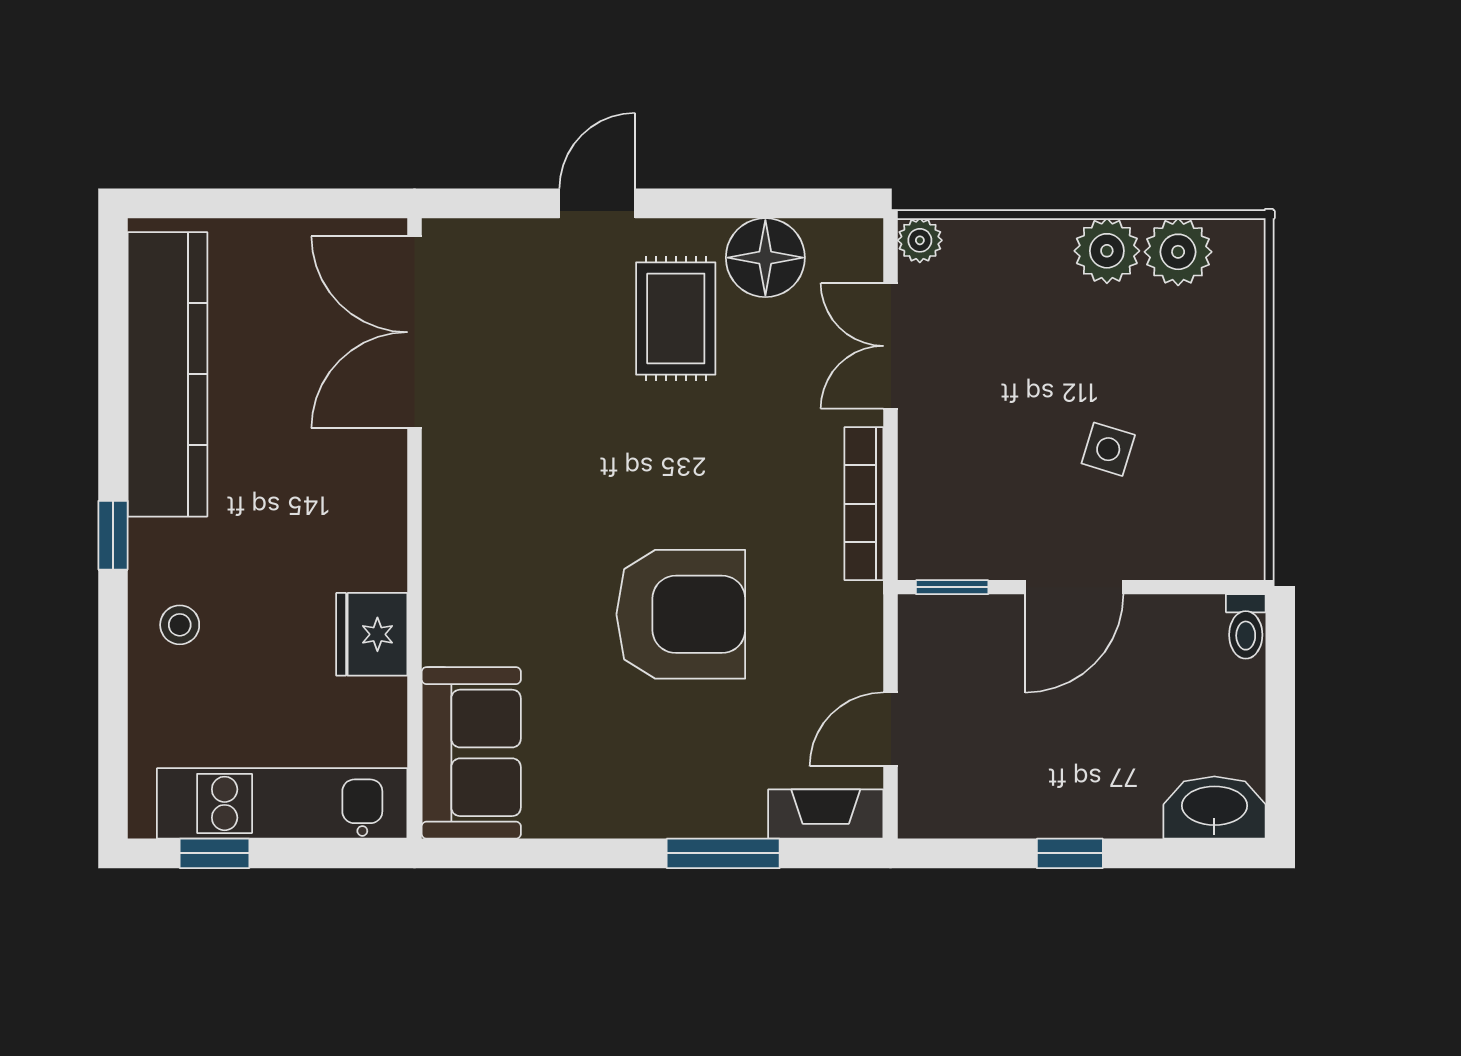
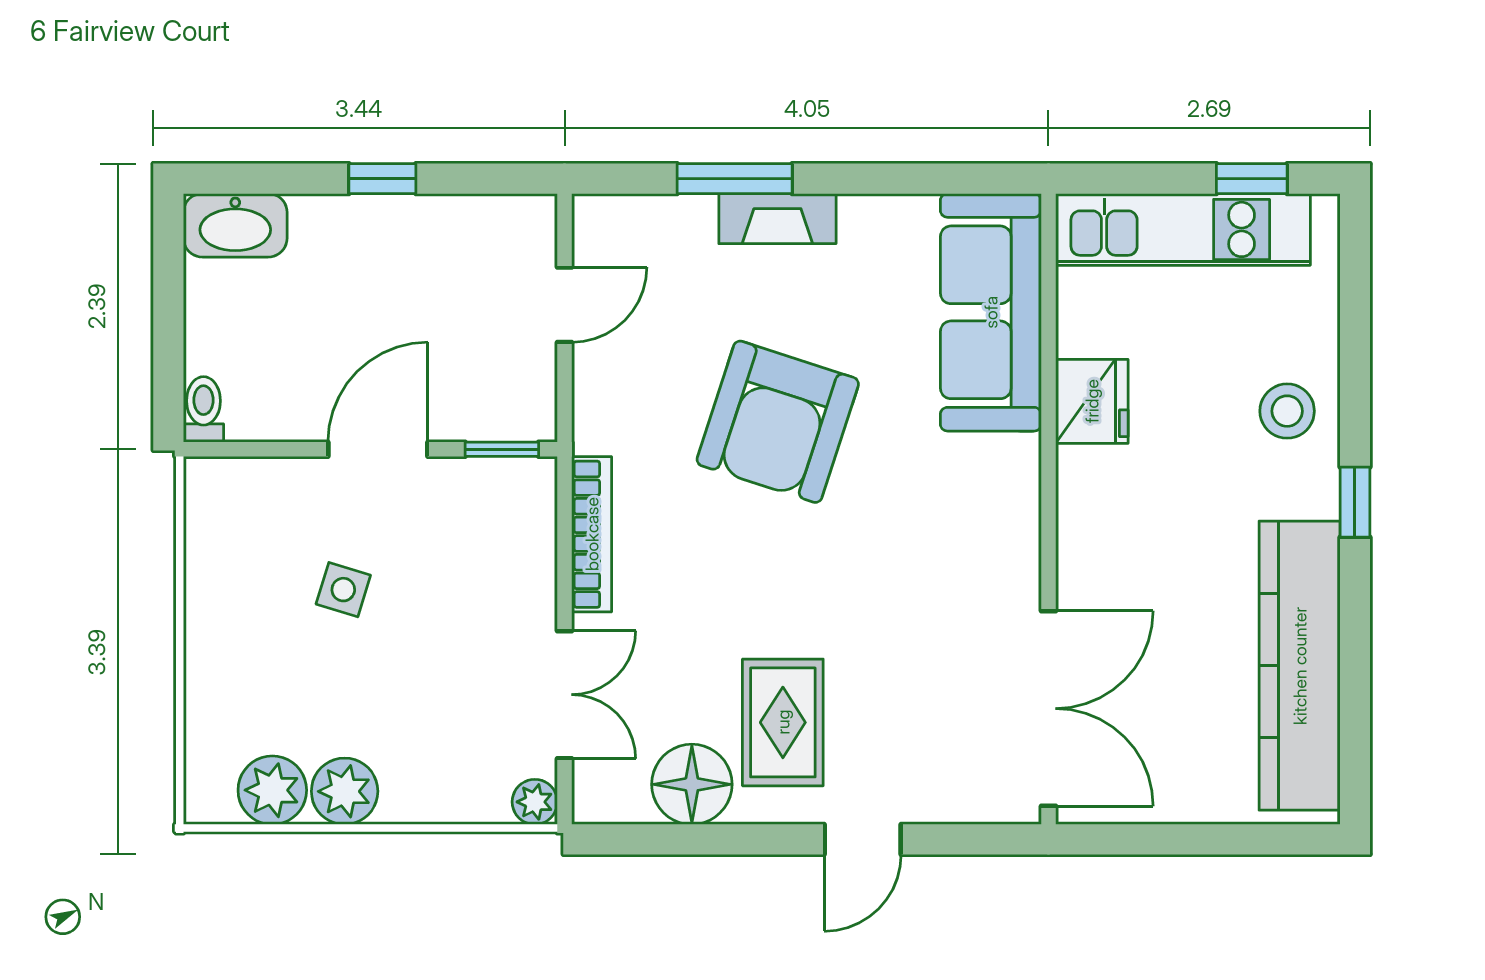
armchair: (681, 614) -> (778, 422), turned -72
stool: (180, 625) -> (1287, 411), width x1.37, depth x1.37
sofa: (471, 753) -> (991, 312), width x1.36
fireplace: (826, 814) -> (777, 219), moved

